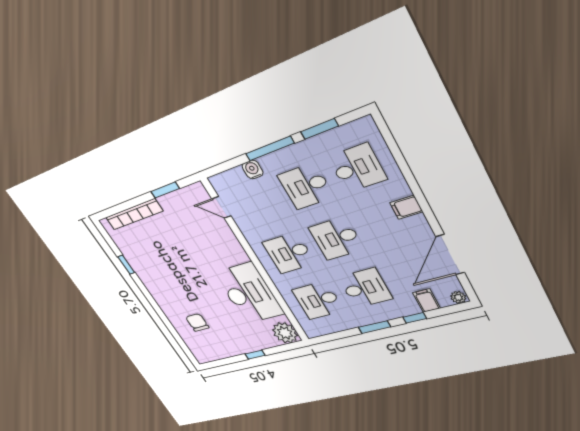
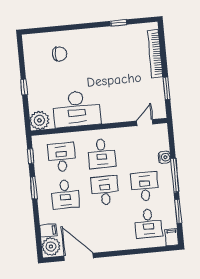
filing cabinet: (406, 207) -> (172, 237), moved
desk: (289, 253) -> (102, 153), turned 180
plant: (458, 297) -> (51, 247), width x1.87, depth x1.87
window: (415, 318) -> (31, 156), moved

